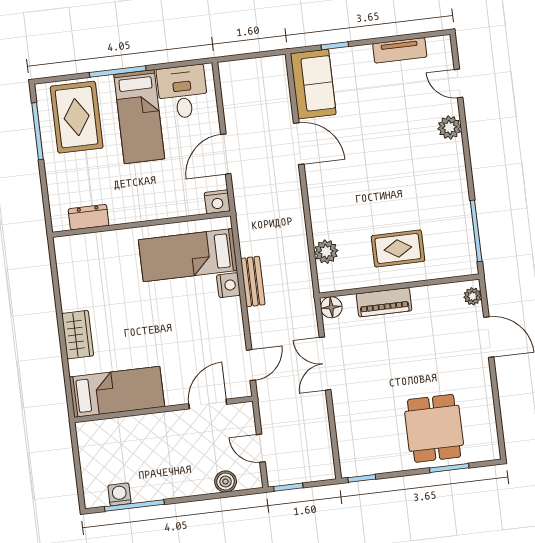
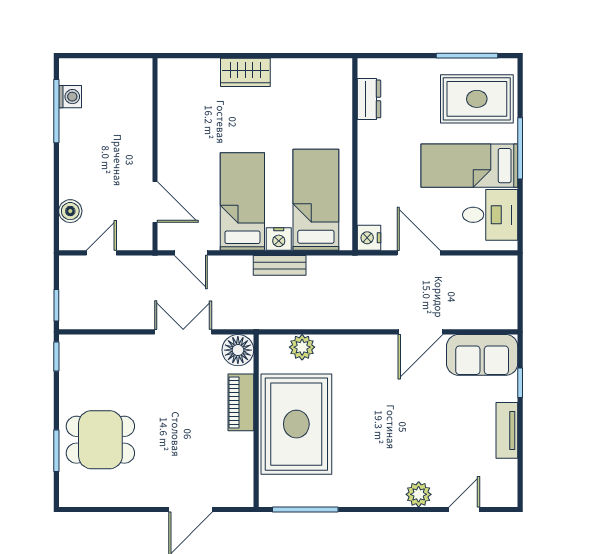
tv unit: (400, 50) -> (507, 430), moved
rug: (398, 248) -> (296, 424), width x1.86, depth x2.06
plant: (473, 296) -> (236, 497), removed
floor lamp: (331, 307) -> (238, 350), width x1.38, depth x1.38
bed: (117, 392) -> (242, 202), moved, turned 180
window: (288, 487) -> (56, 305), moved

